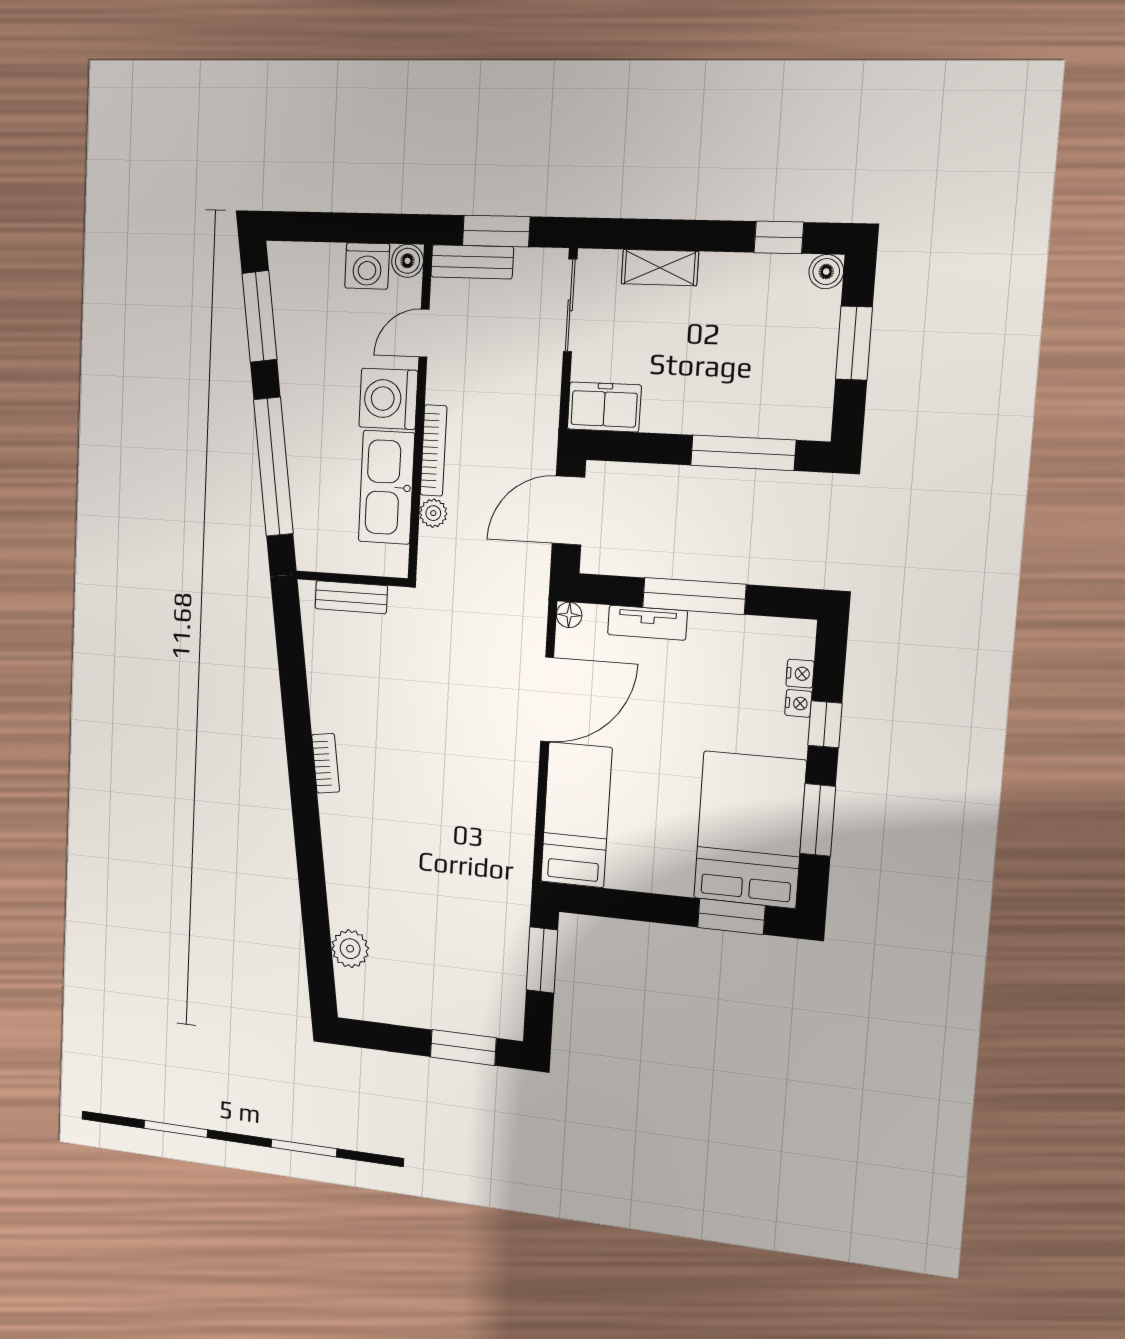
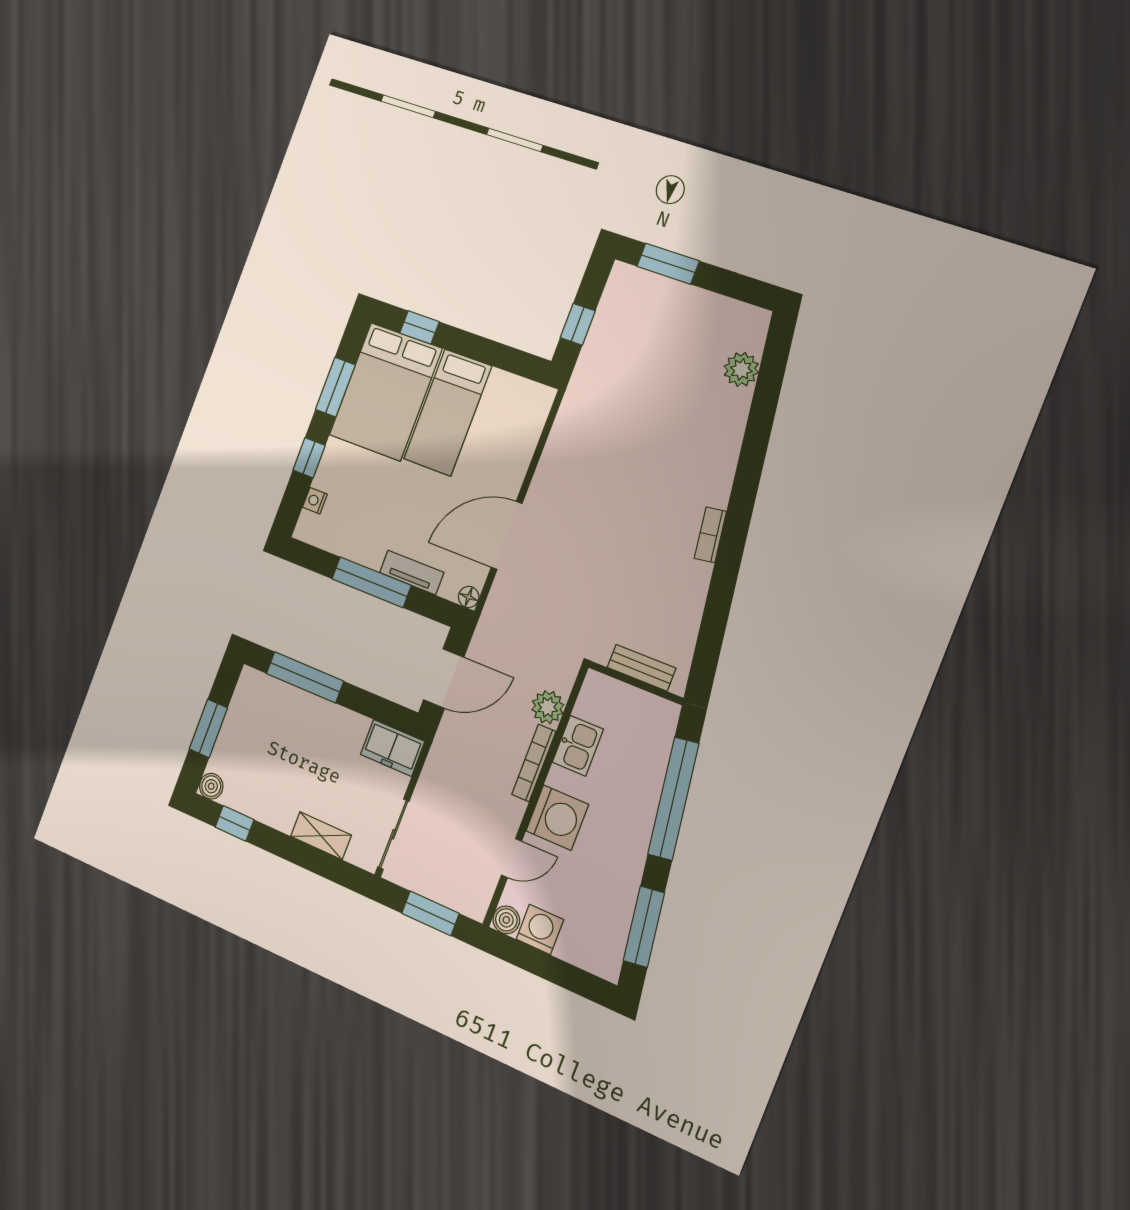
bench: (472, 262) -> (456, 898), removed
kitchen sink: (387, 487) -> (578, 746), width x0.53, depth x0.81
plant: (433, 513) -> (548, 707), width x1.38, depth x1.38
nightstand: (798, 703) -> (323, 479), removed
bed: (576, 815) -> (448, 413), moved
window: (731, 916) -> (419, 327), width x0.67
window: (542, 960) -> (578, 324), width x0.67

